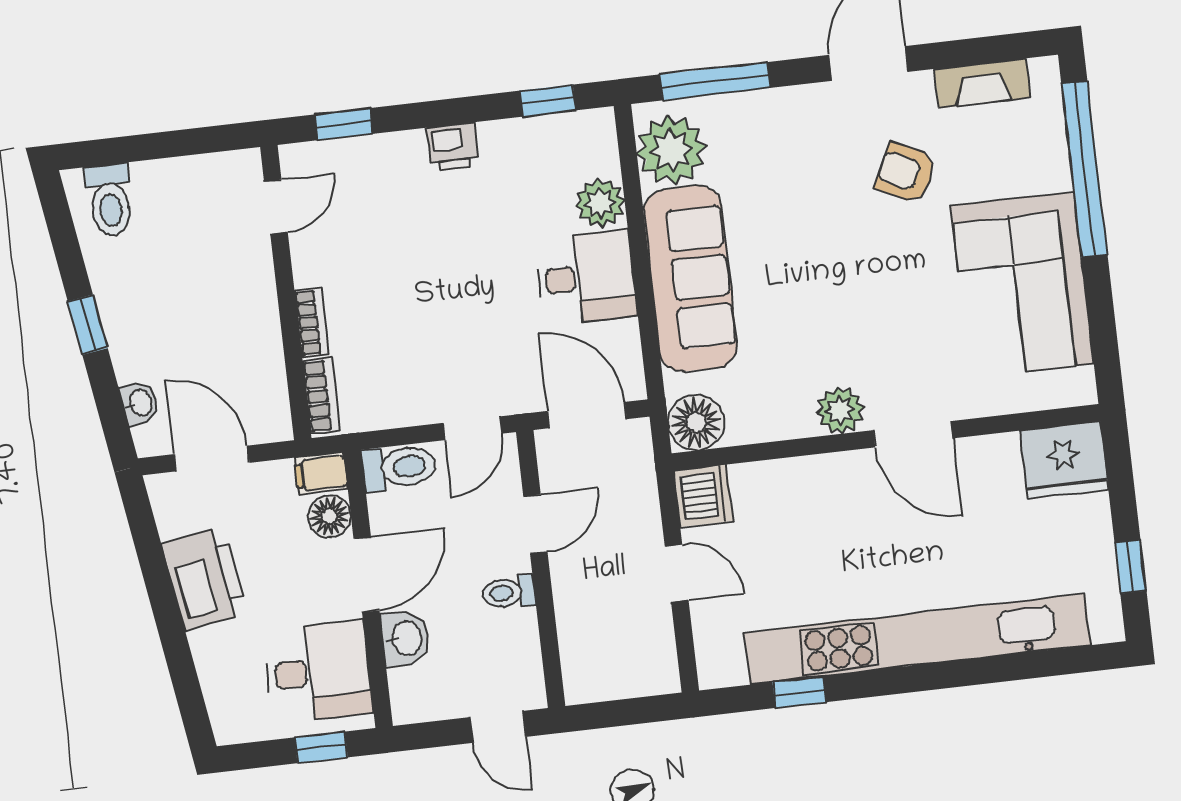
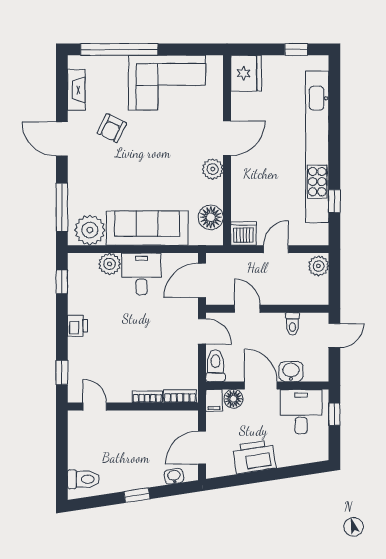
floor lamp: (696, 422) -> (211, 217), moved
toilet: (509, 592) -> (292, 324), moved
plant: (650, 673) -> (319, 266), added

